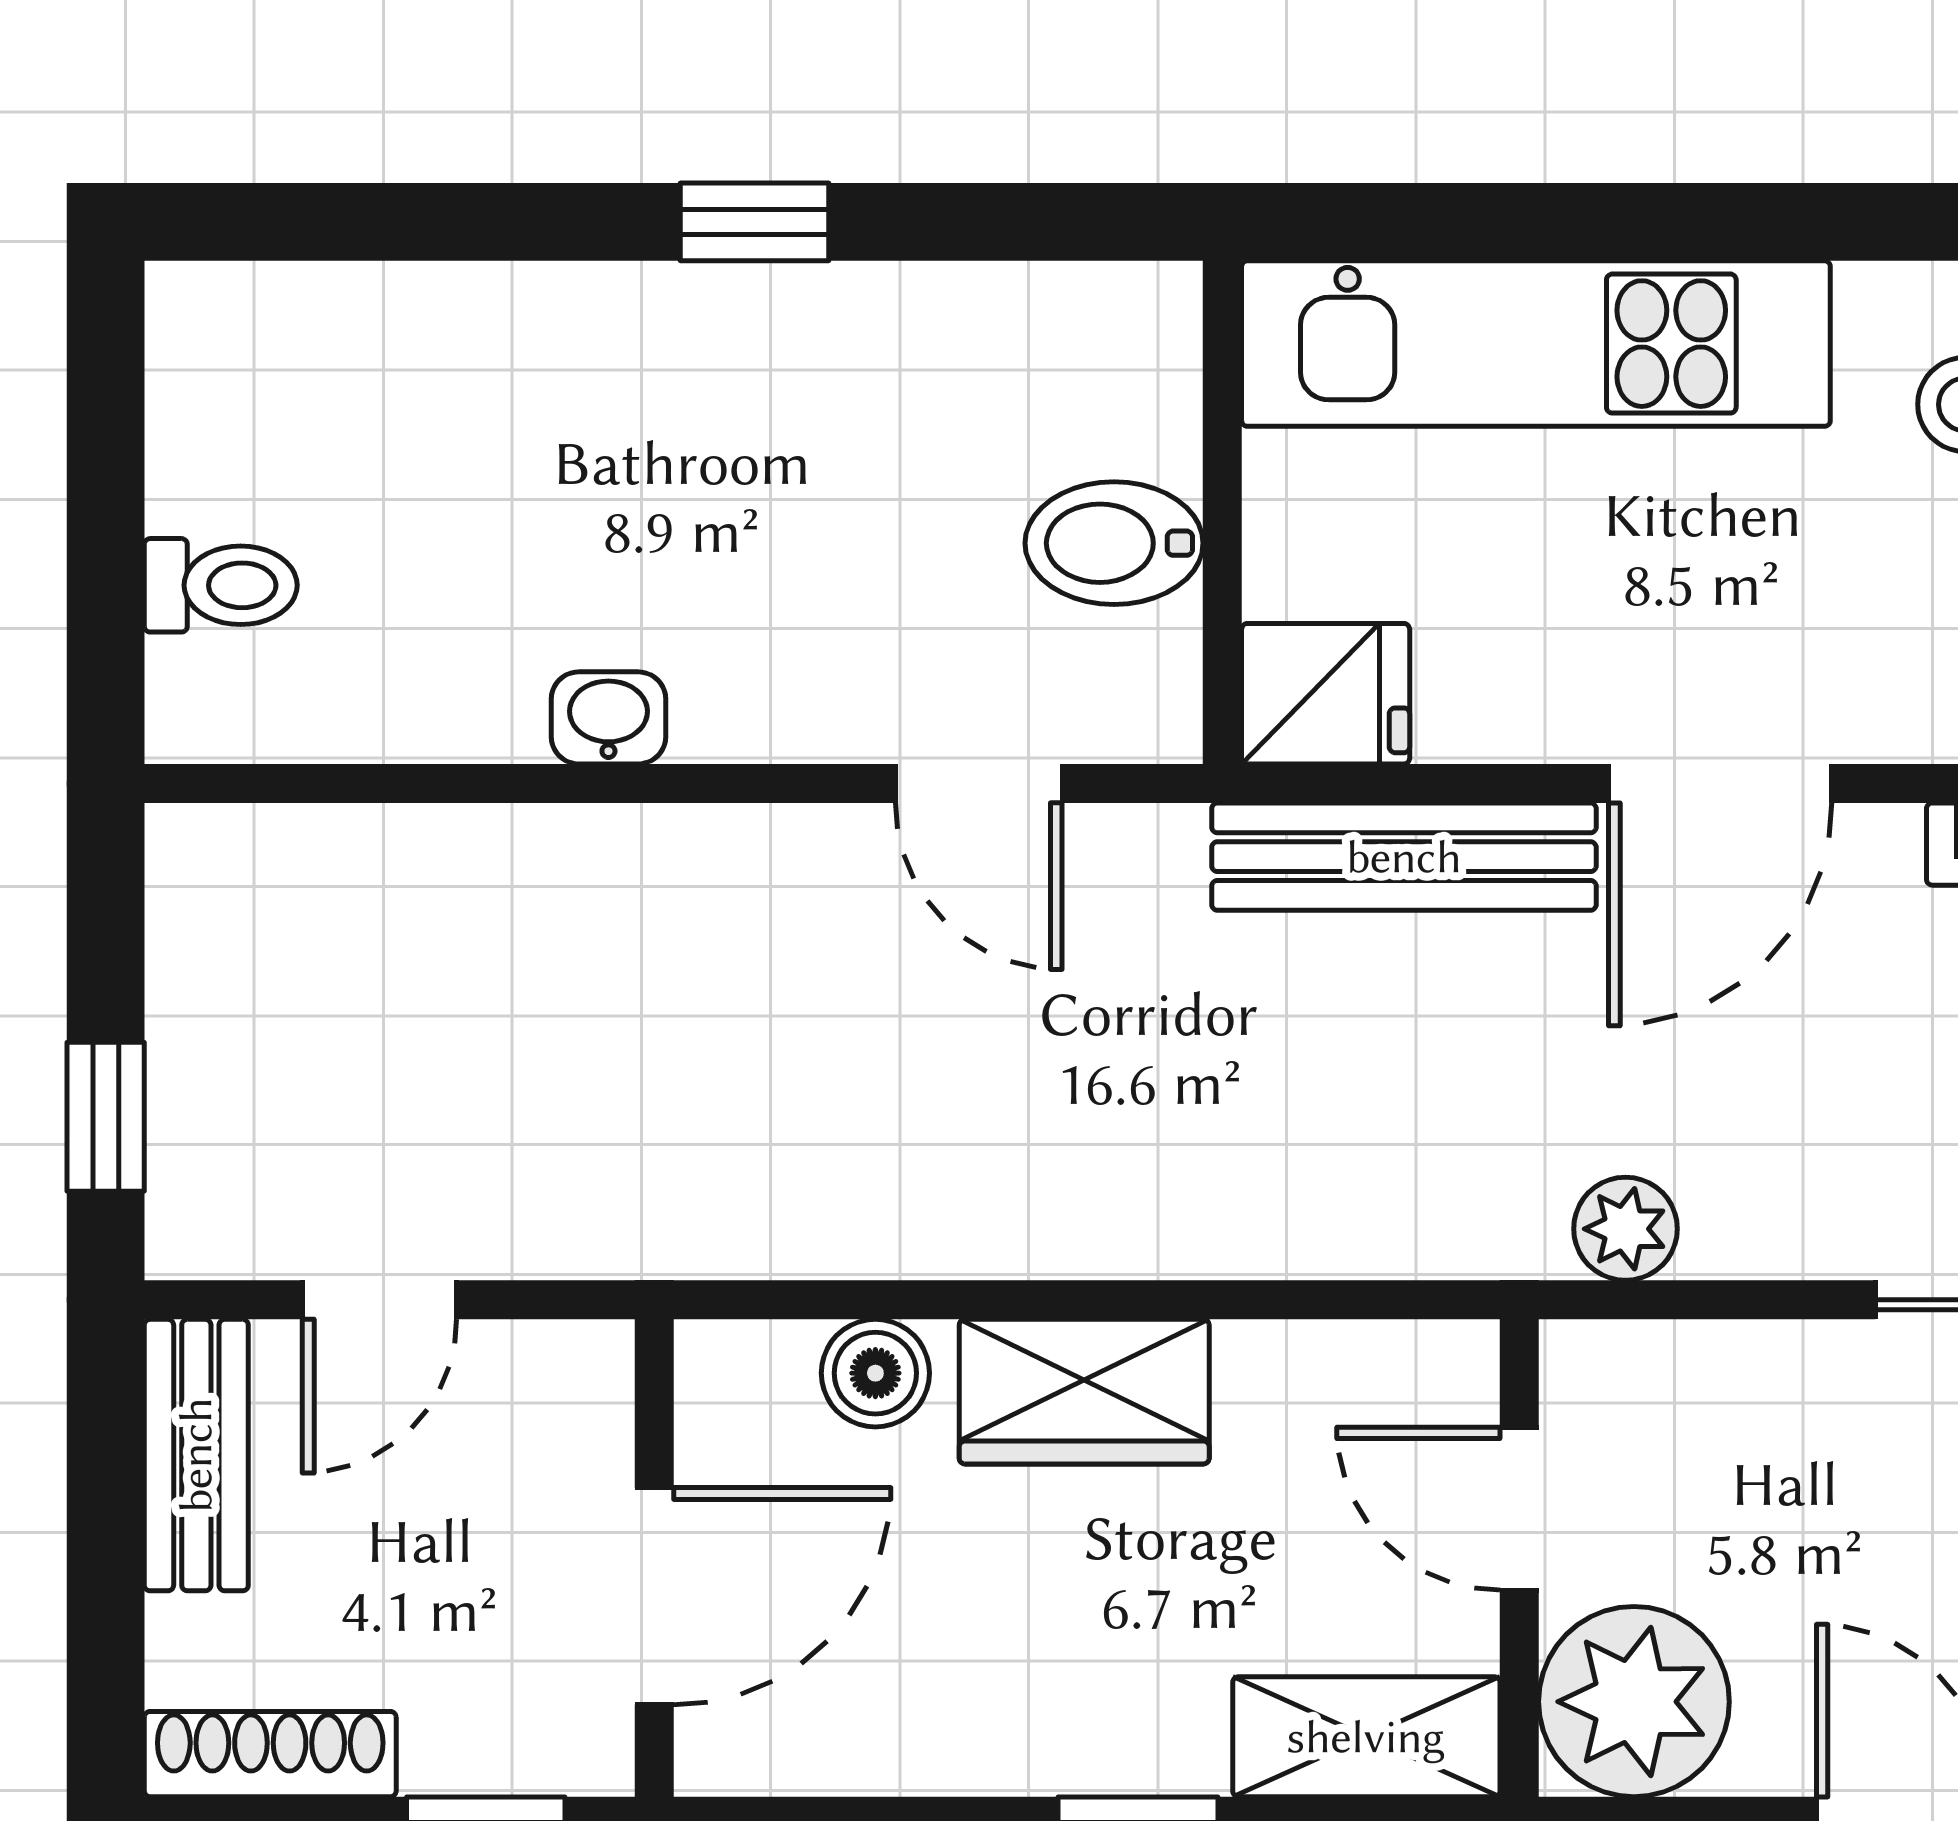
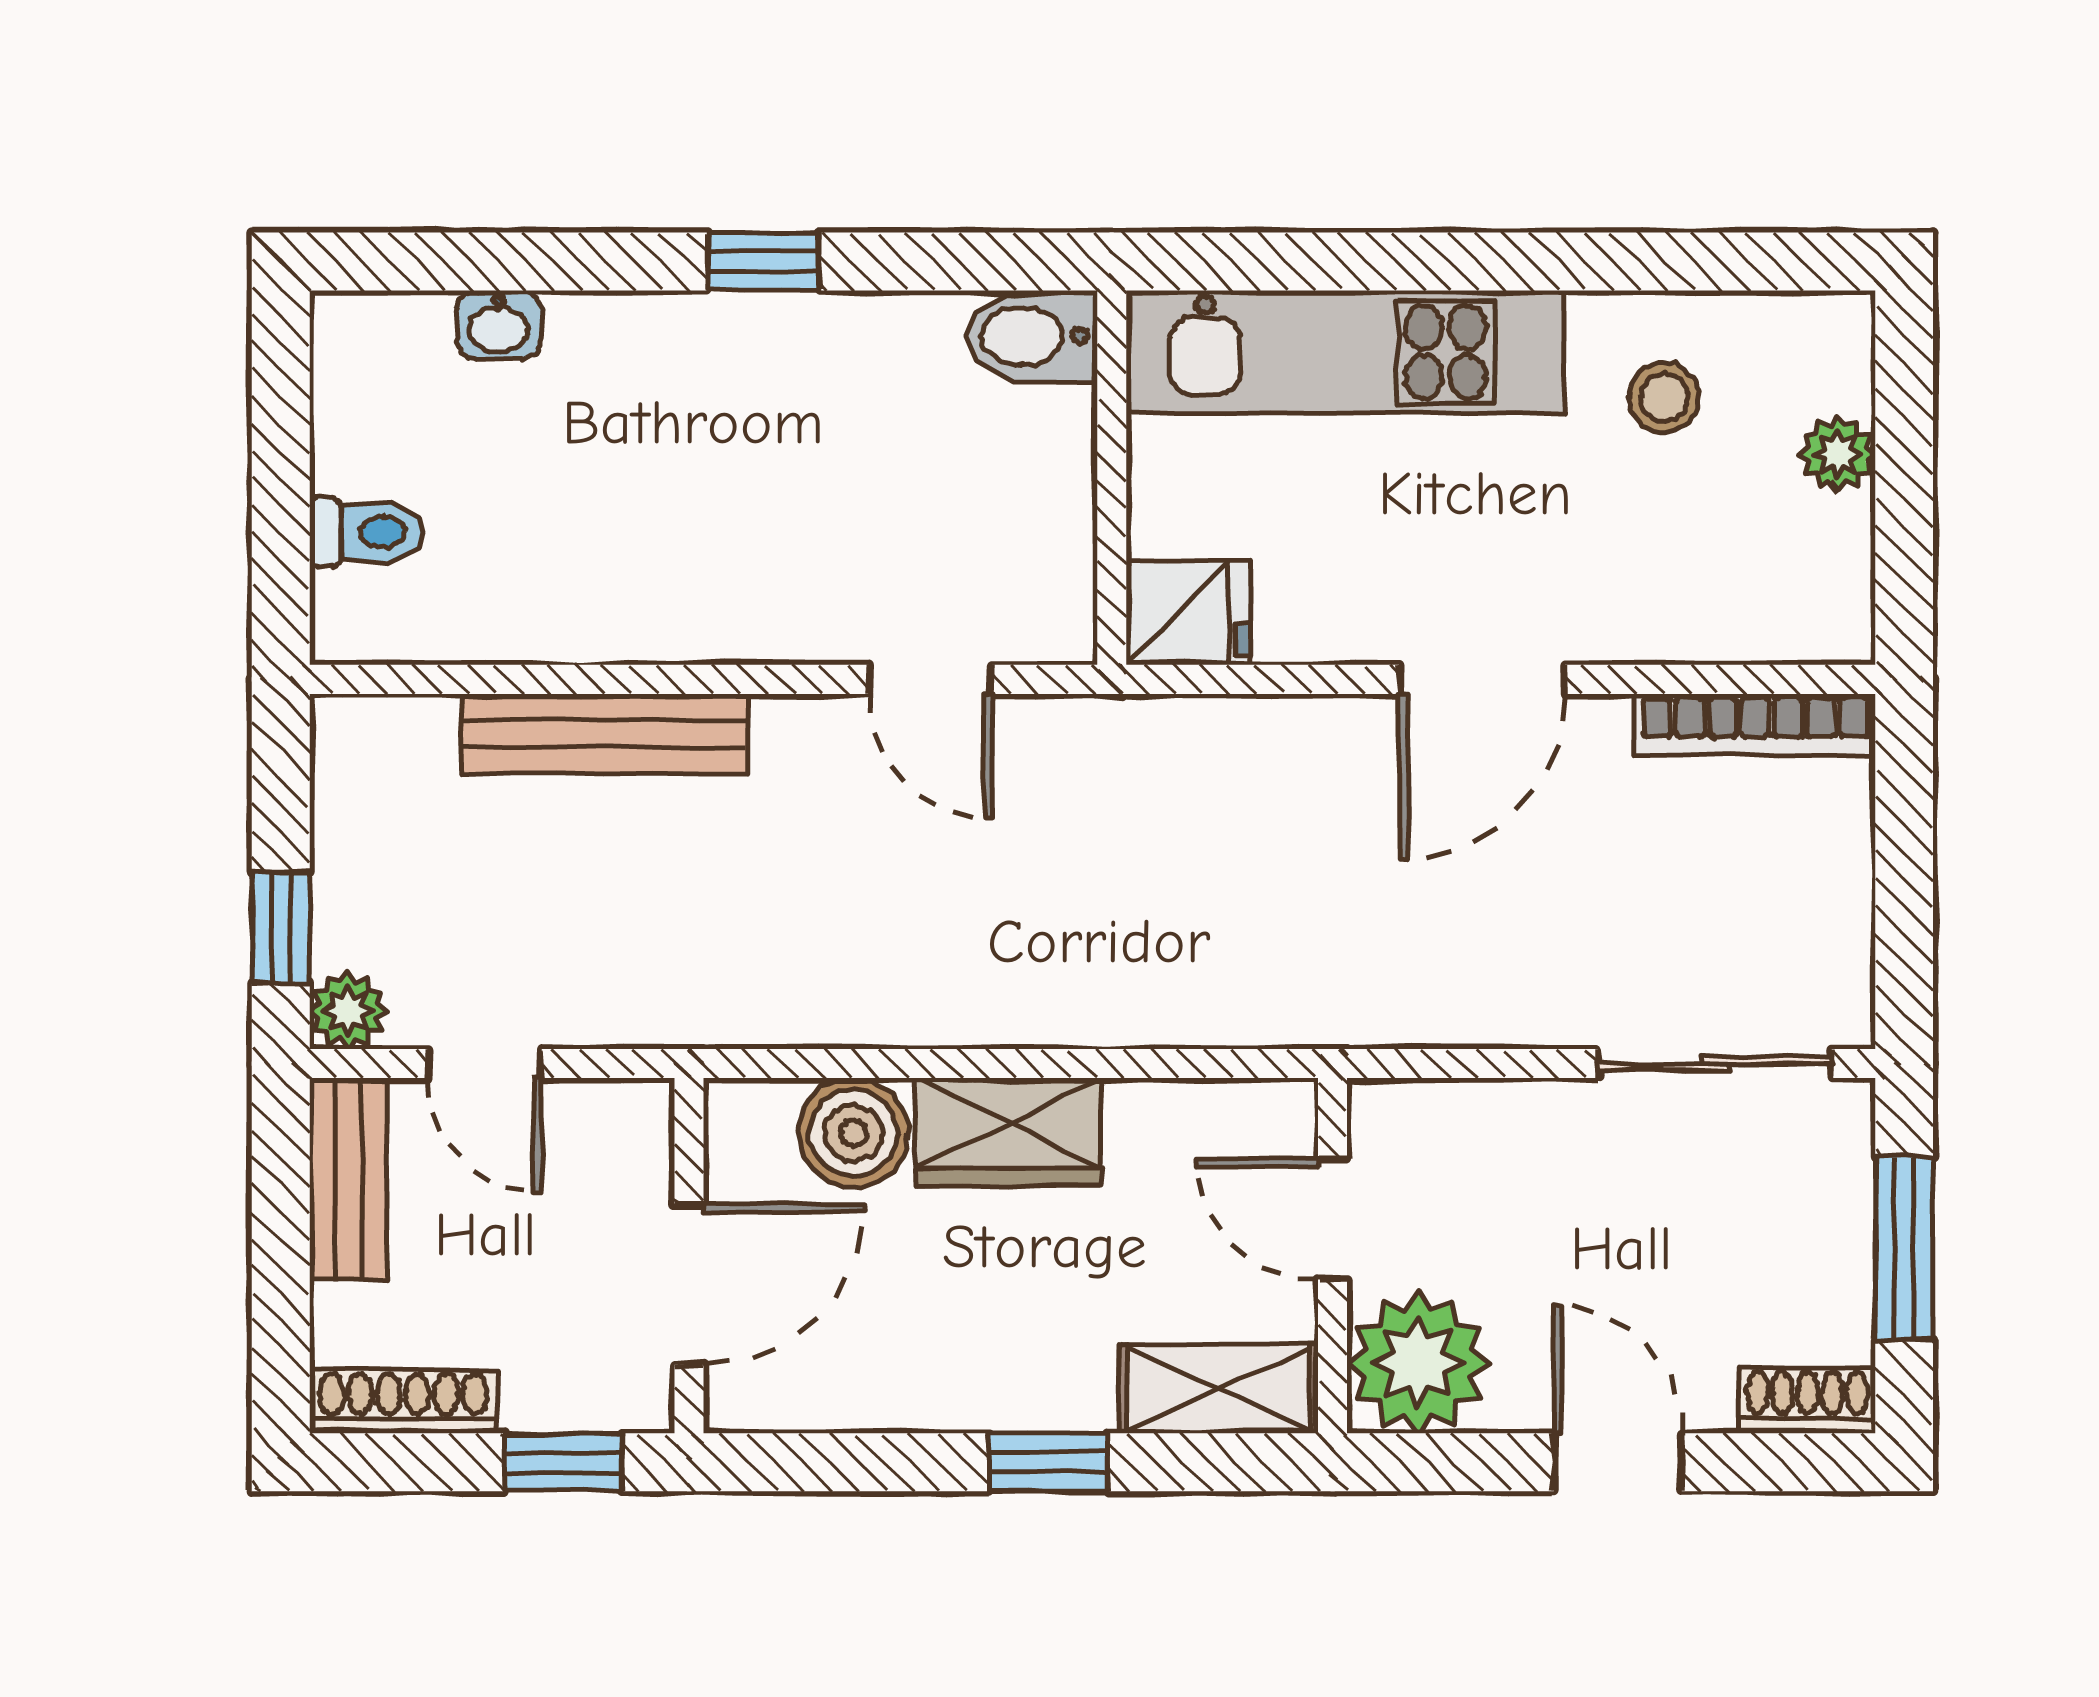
bidet: (1114, 543) -> (1031, 336), moved
washbasin: (608, 718) -> (499, 325), moved, turned 180
bench: (1404, 857) -> (605, 734), moved
plant: (1626, 1229) -> (348, 1011), moved
door: (379, 1300) -> (484, 1064), hinge flipped
boiler: (875, 1373) -> (853, 1133), width x1.36, depth x1.36

